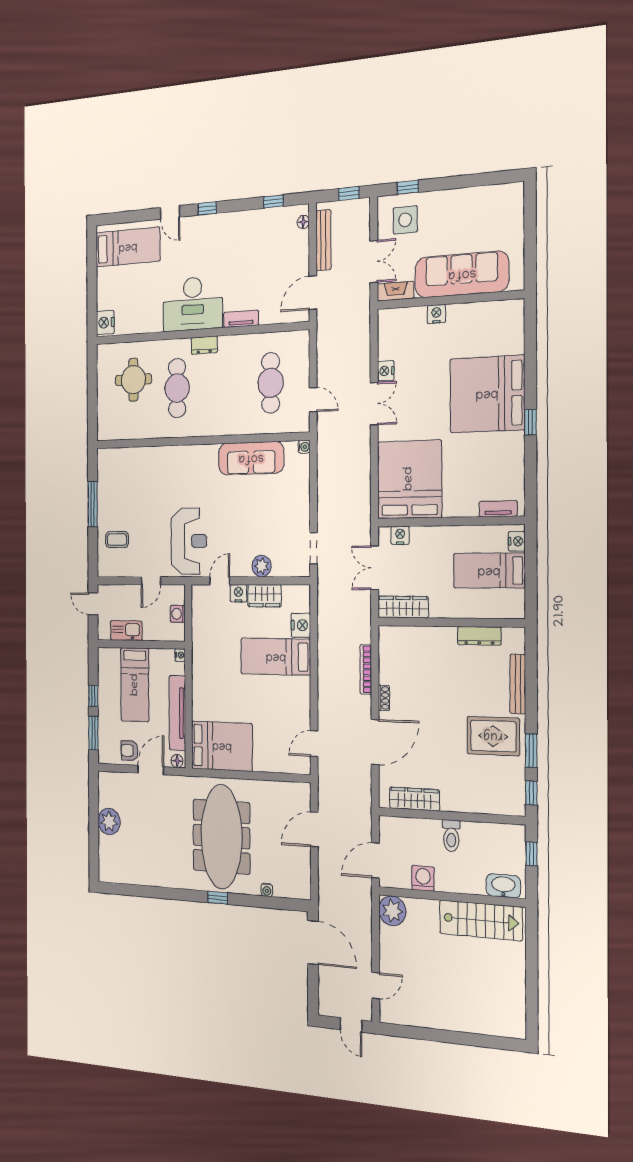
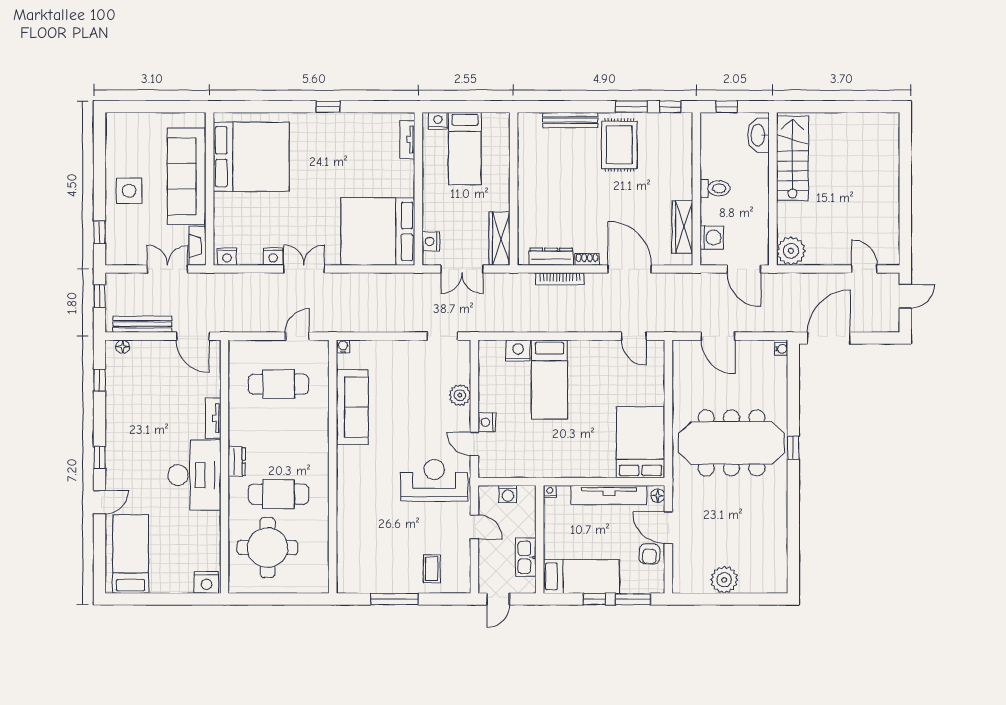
side table: (405, 220) -> (129, 191), moved
nightstand: (436, 314) -> (227, 257), moved, turned -90
round table: (133, 380) -> (268, 548), width x1.36, depth x1.36
bed: (487, 394) -> (251, 157), moved, turned -90
wardrobe: (264, 596) -> (489, 392), removed
dresser: (479, 636) -> (551, 257), moved, turned -90
bed: (135, 685) -> (581, 576), moved
washing machine: (423, 878) -> (712, 238), moved, turned 180
water cooler: (267, 890) -> (781, 349), moved

